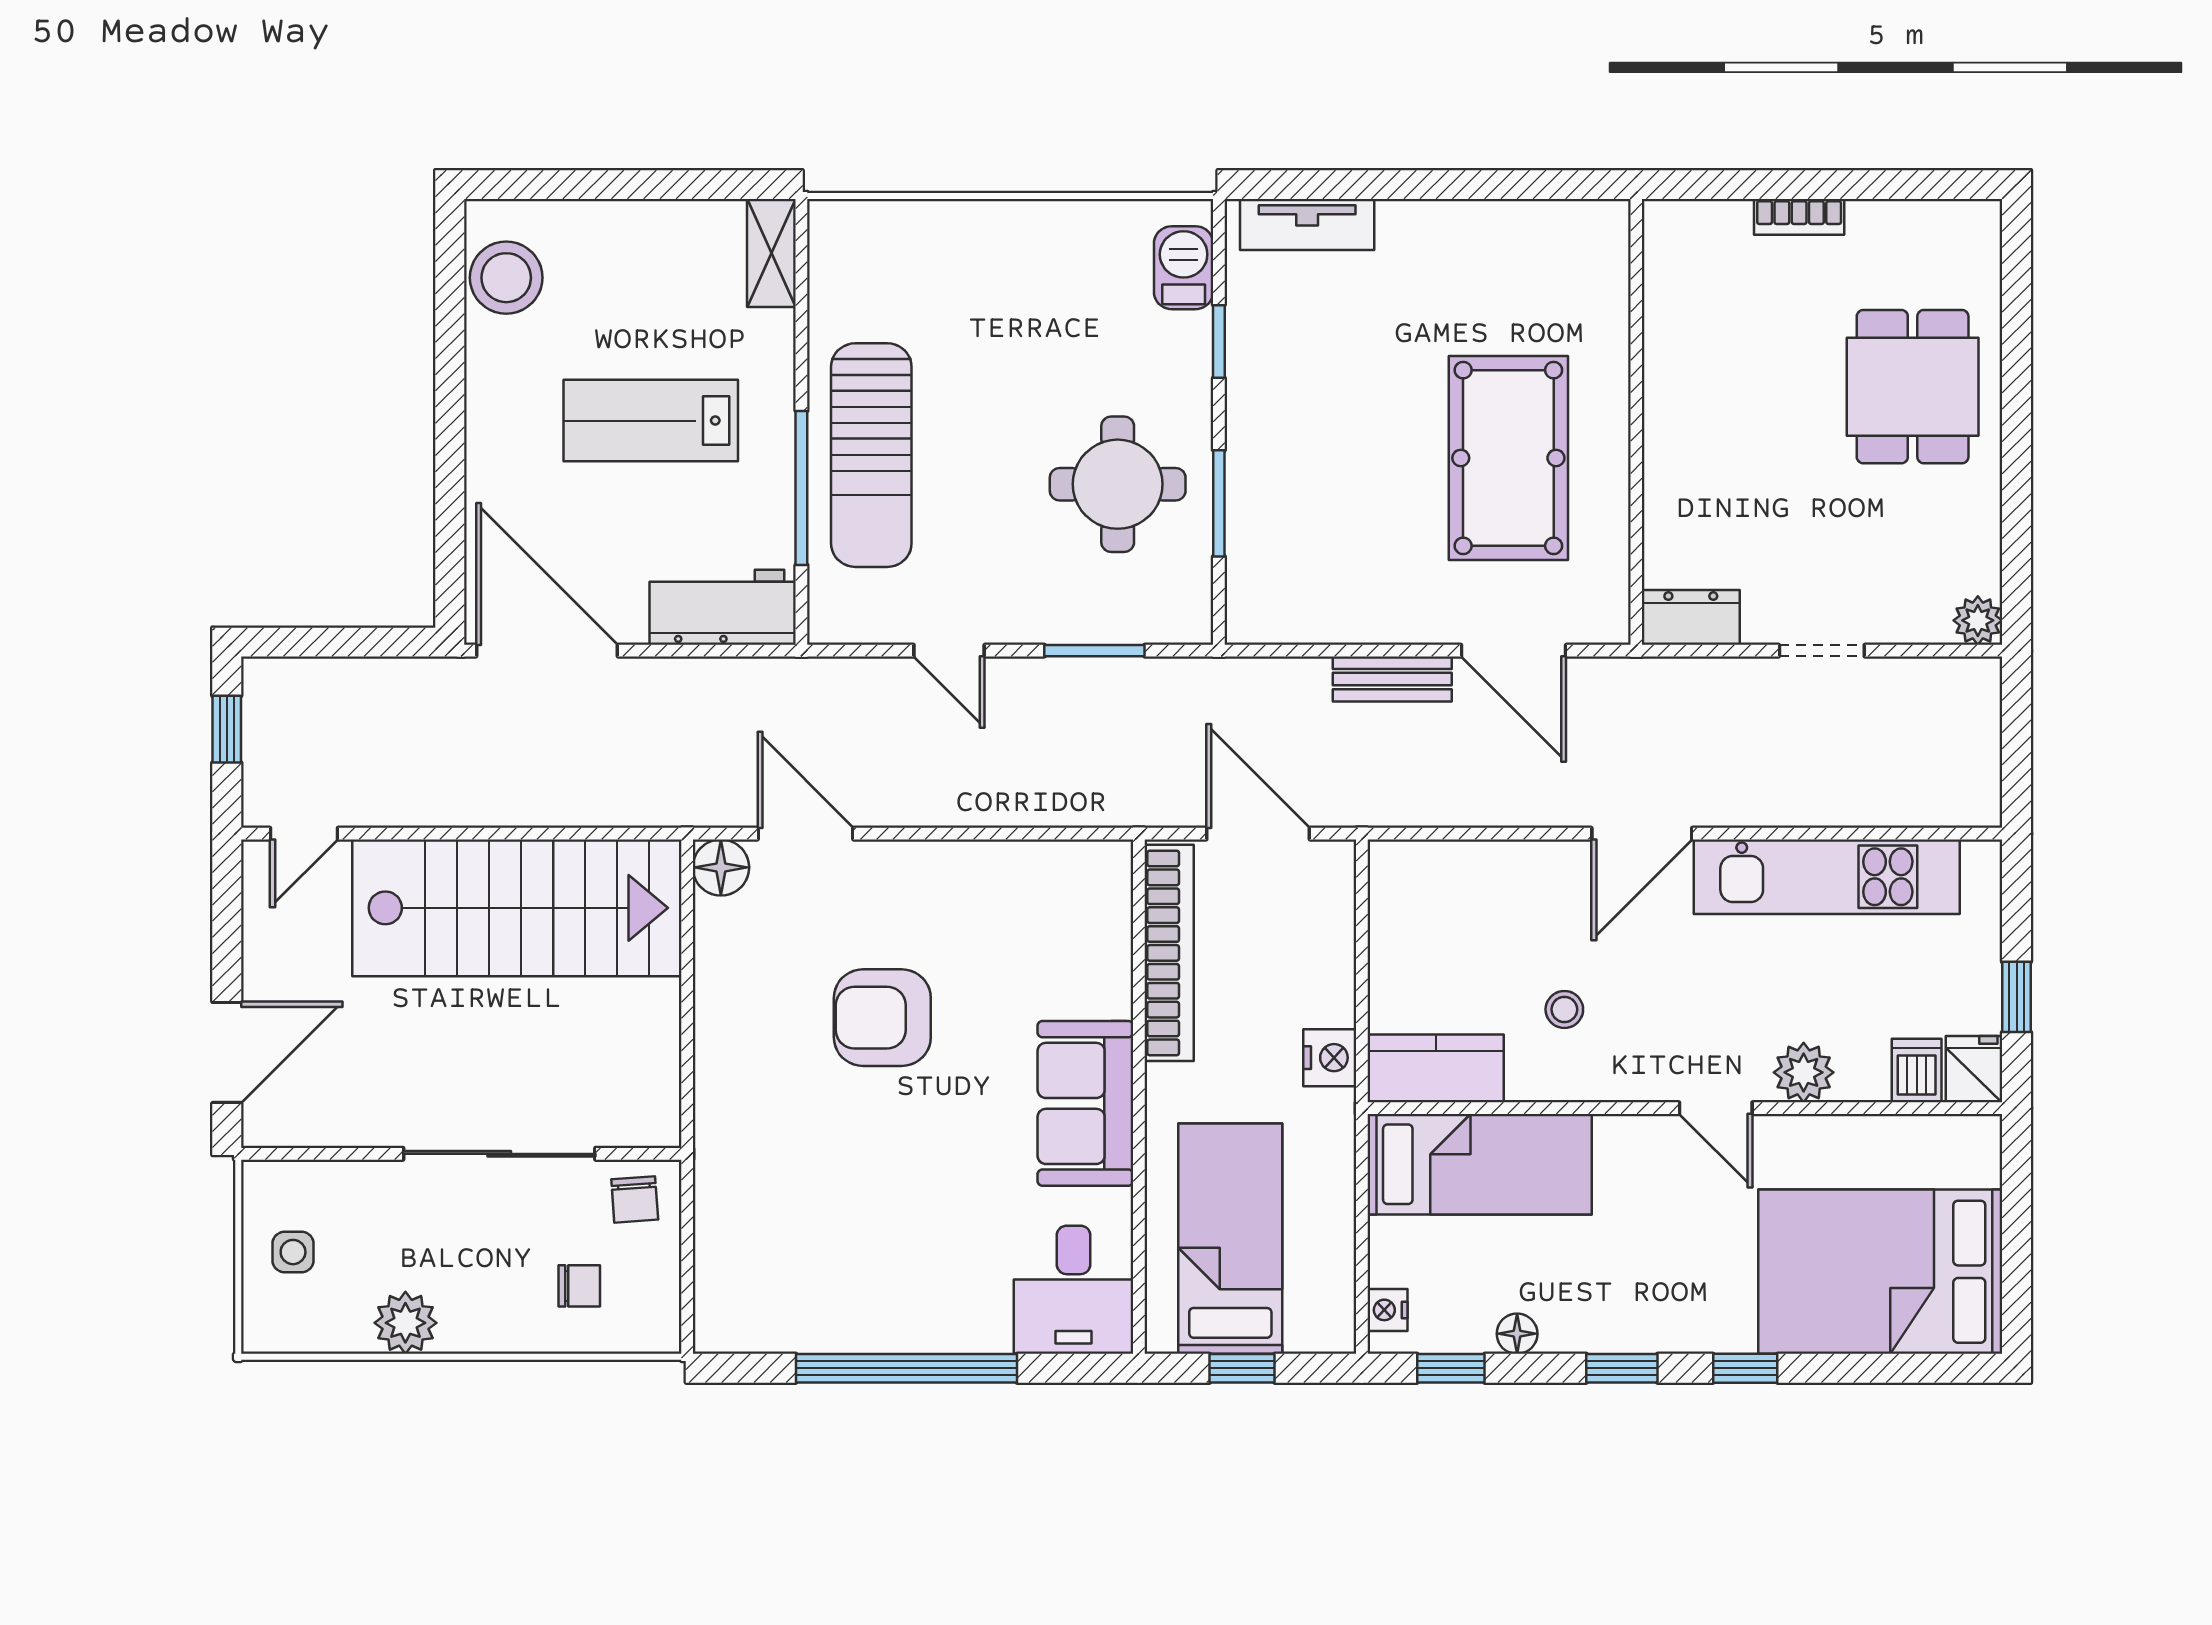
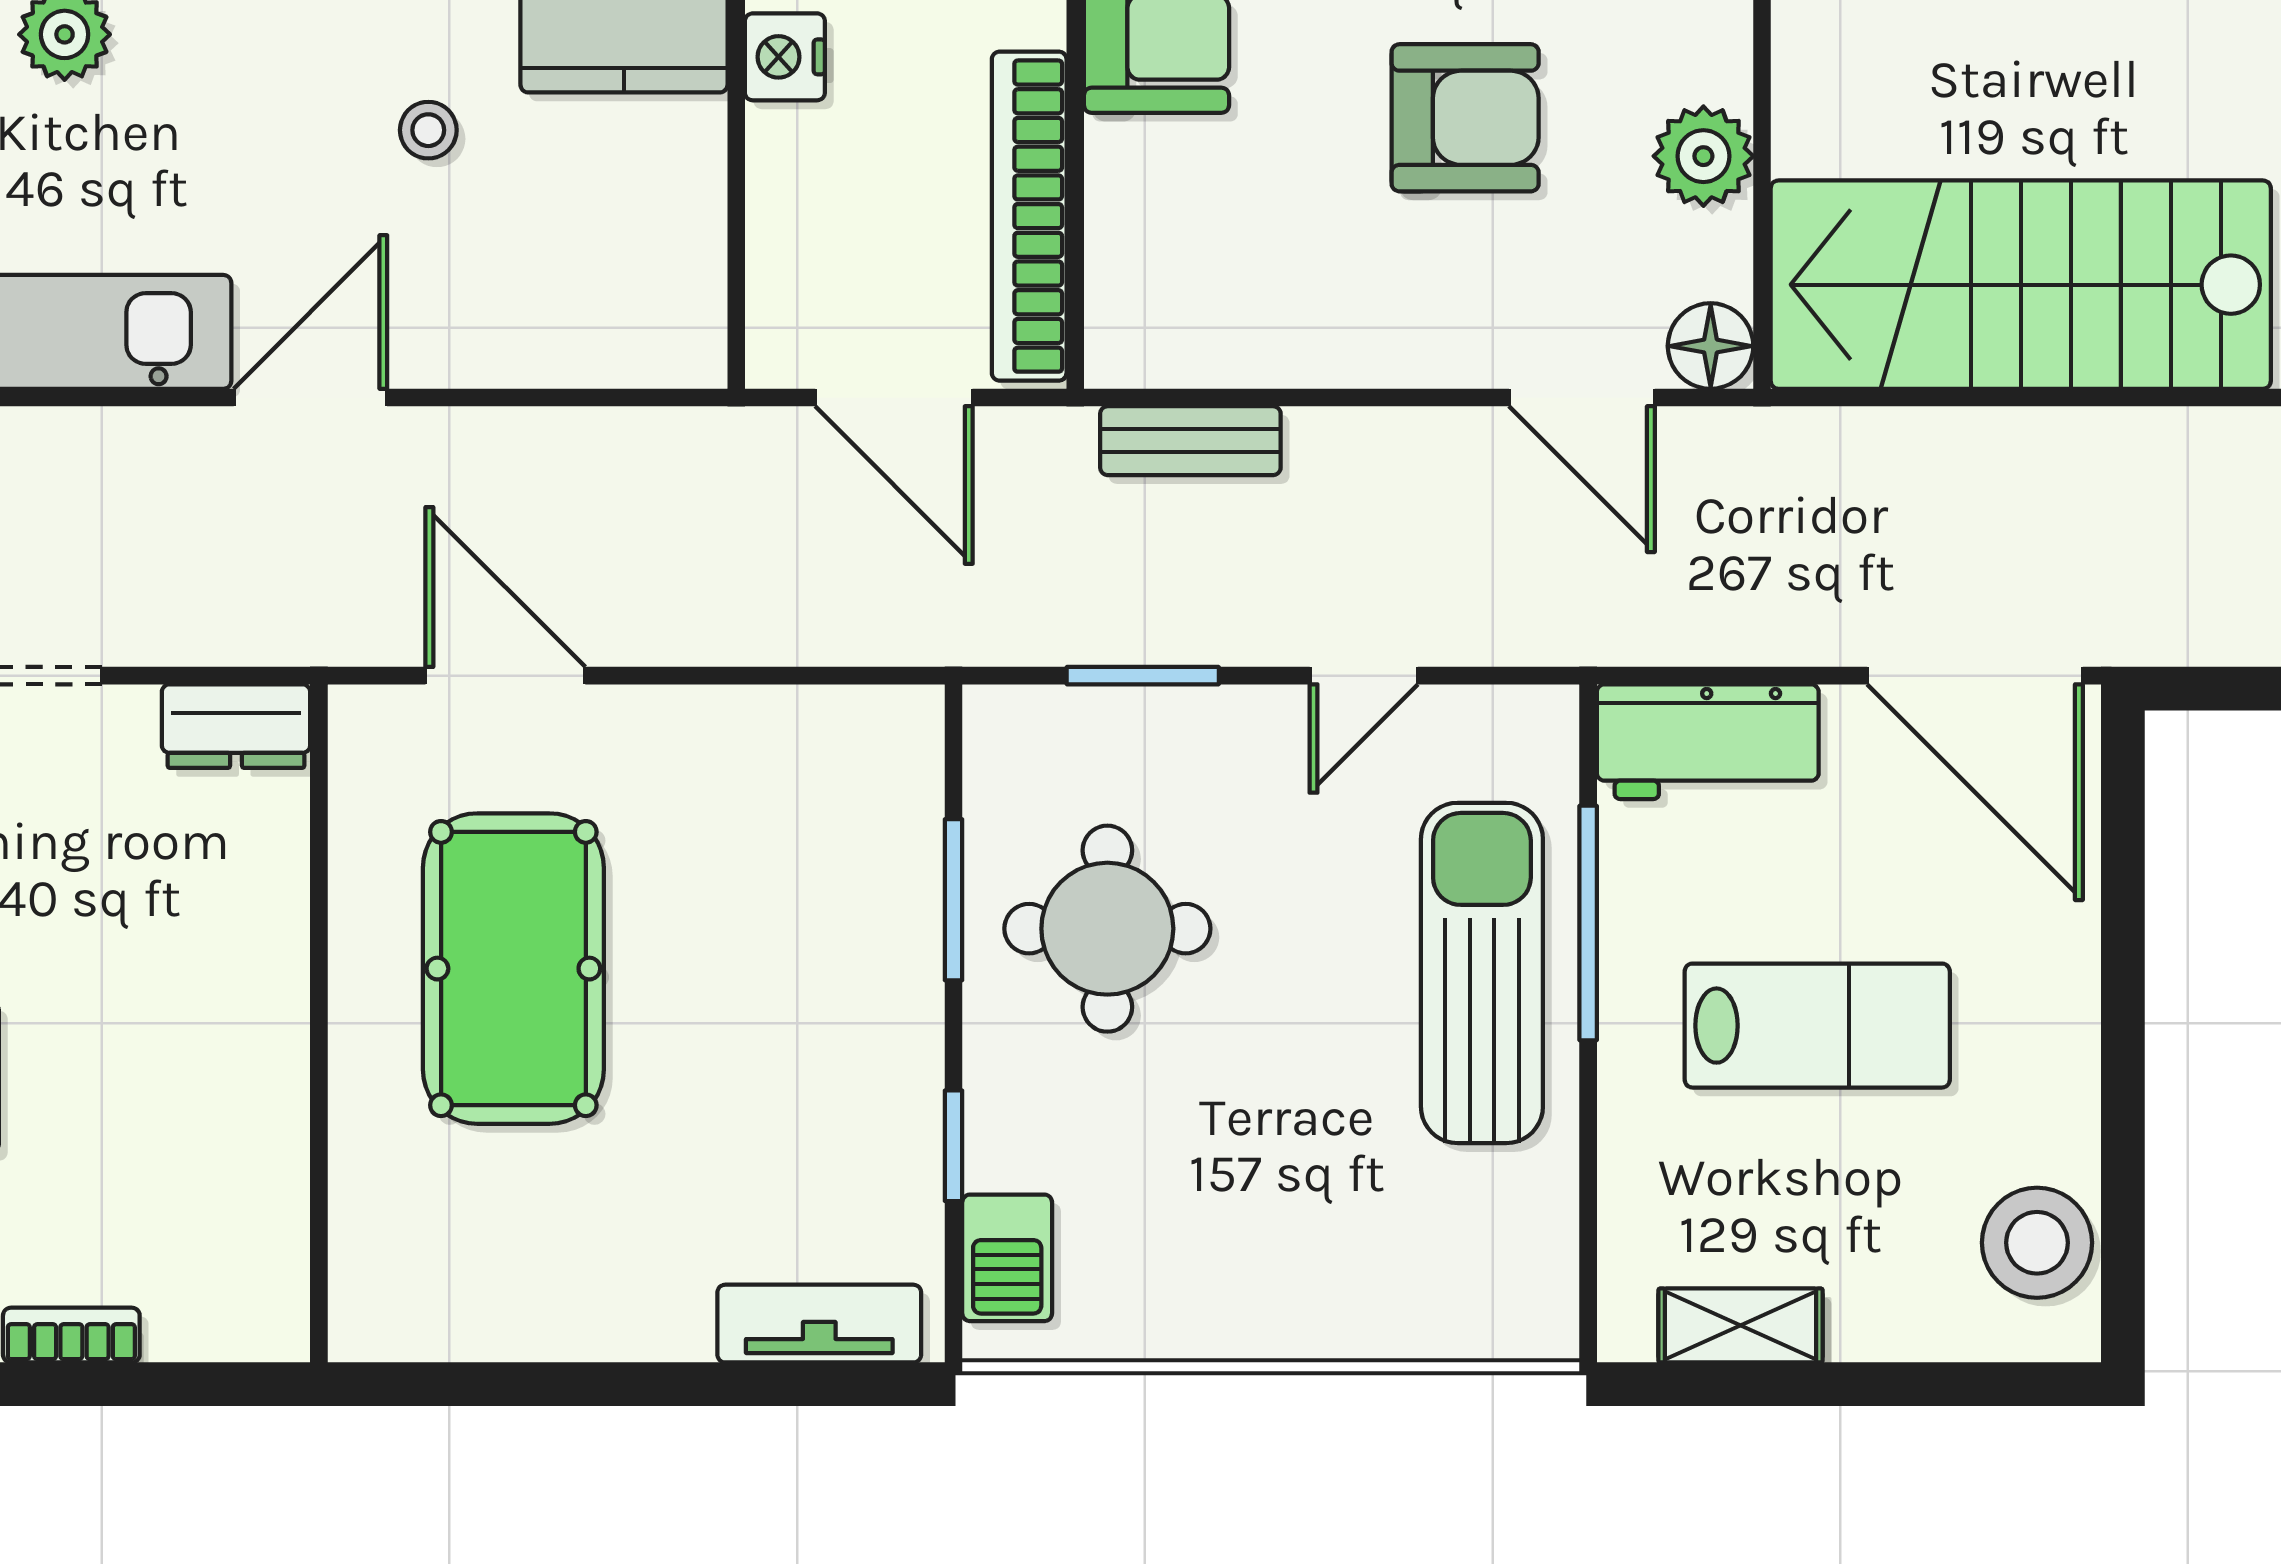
shelving: (771, 253) -> (1741, 1325), moved, turned 90
door: (949, 651) -> (1364, 676), swing flipped
bench: (1392, 679) -> (1190, 441), moved
plant: (726, 992) -> (1703, 156), added

